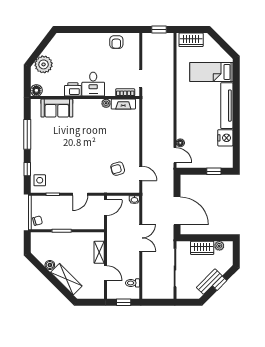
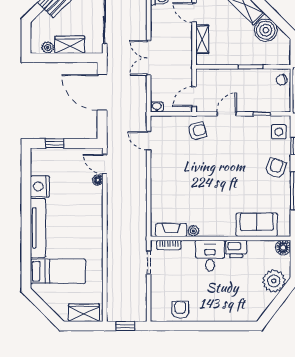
armchair: (42, 152) -> (276, 168), added
armchair: (118, 169) -> (197, 131), moved
boiler: (50, 265) -> (266, 30), width x1.86, depth x1.86

